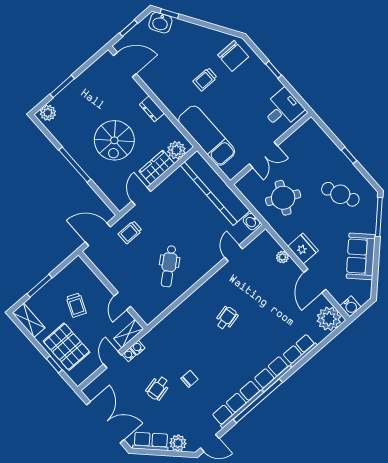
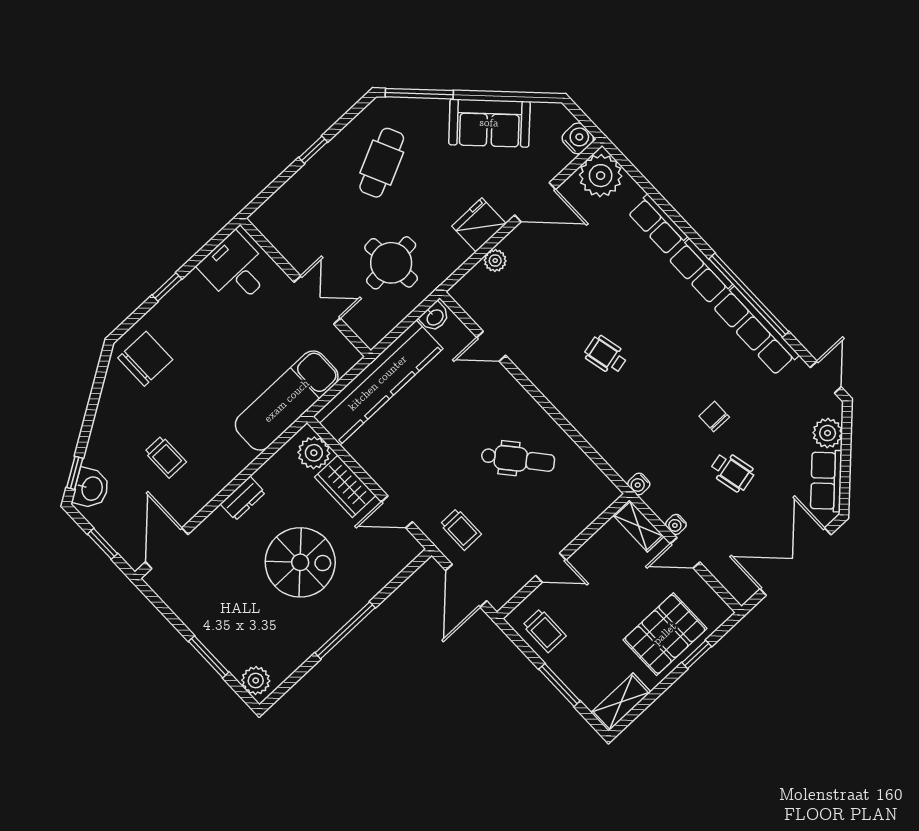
trolley: (205, 79) -> (165, 457), moved
round table: (283, 198) -> (391, 263), turned -32
door: (122, 301) -> (551, 568), moved
trolley: (76, 305) -> (544, 631), moved, turned 67
water cooler: (138, 348) -> (639, 484), moved

